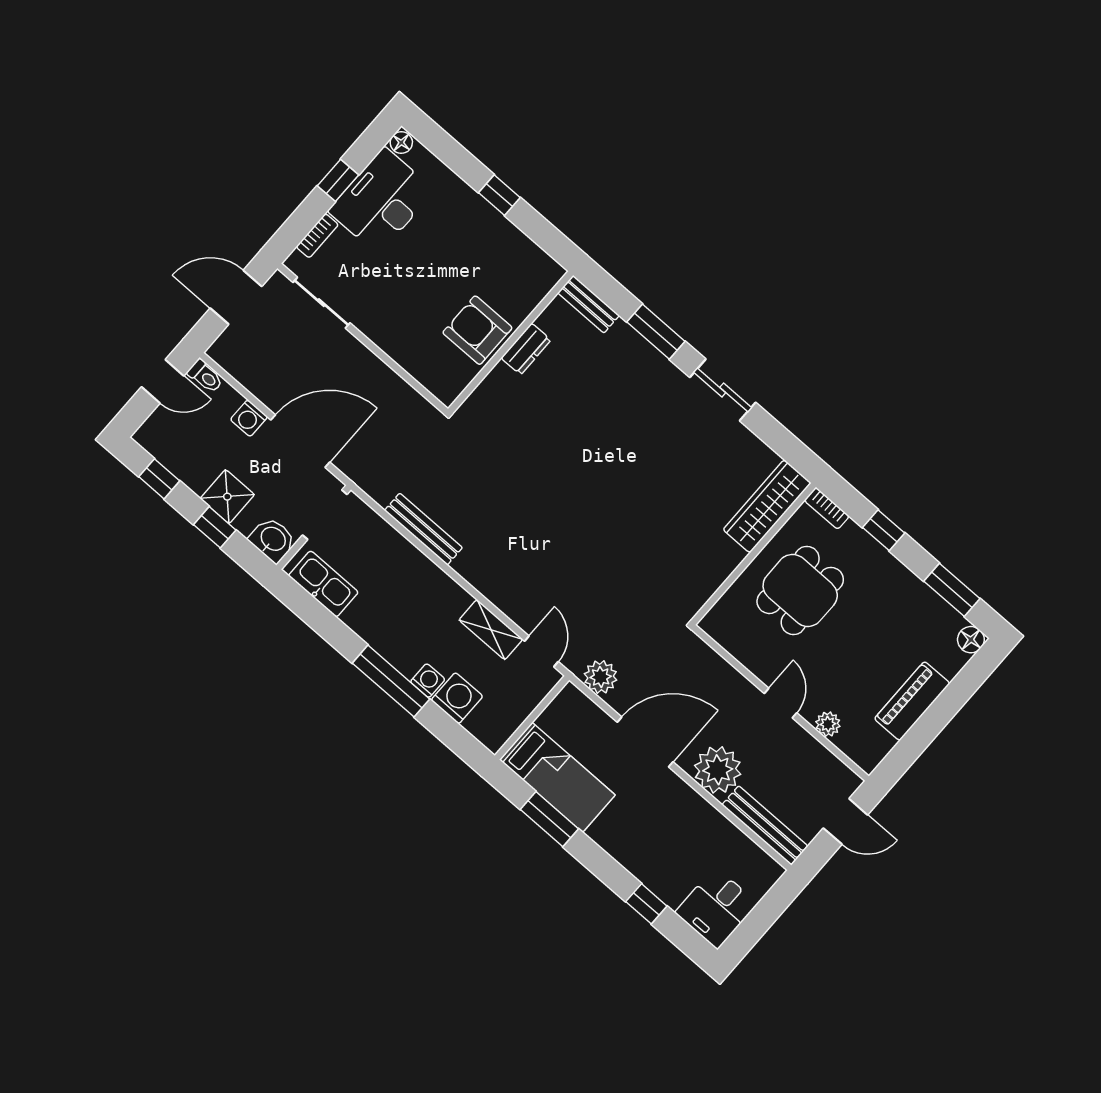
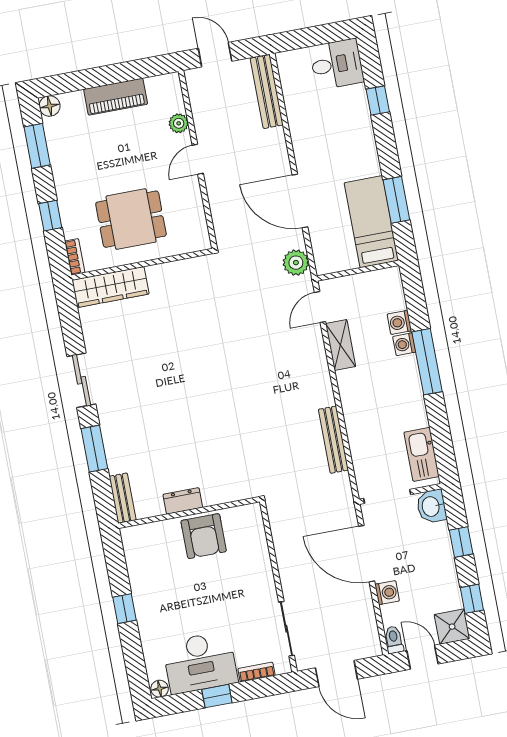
shower: (227, 497) -> (452, 627), moved
washing machine: (457, 698) -> (399, 322), width x0.73, depth x0.73
plant: (718, 770) -> (269, 149), removed

